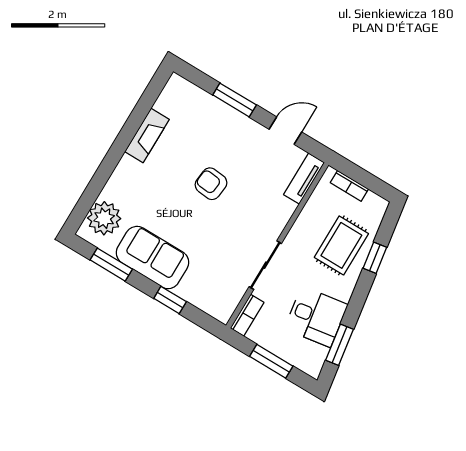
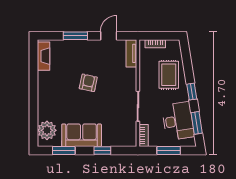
fireplace: (147, 135) -> (44, 56), moved
armchair: (211, 184) -> (88, 83), turned 96
window: (375, 258) -> (192, 92), moved
desk: (316, 317) -> (178, 121), width x1.37

